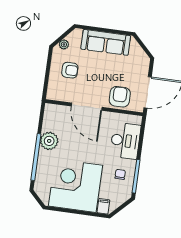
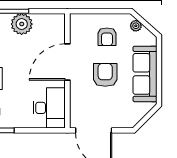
armchair: (120, 97) -> (105, 75), moved, turned -90
desk: (125, 141) -> (49, 108), moved, turned -90

